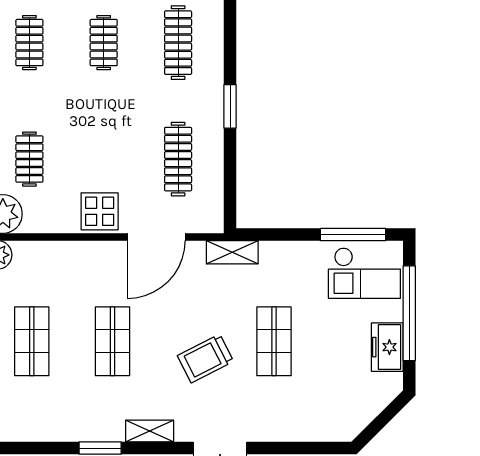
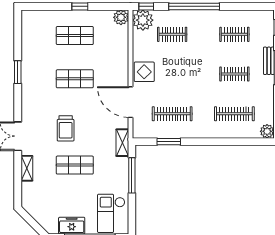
window: (230, 106) -> (169, 142), moved
window: (353, 235) -> (132, 175), moved
trolley: (206, 358) -> (66, 128), turned -153
shelving: (150, 431) -> (27, 168), moved

